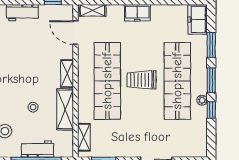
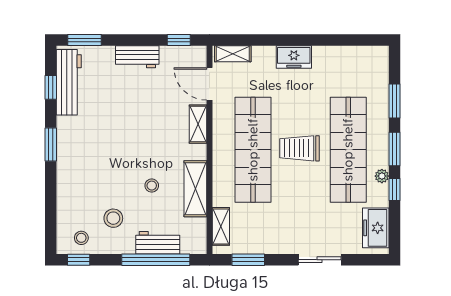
freezer: (198, 20) -> (376, 228), moved
shelving: (67, 74) -> (198, 124), moved

